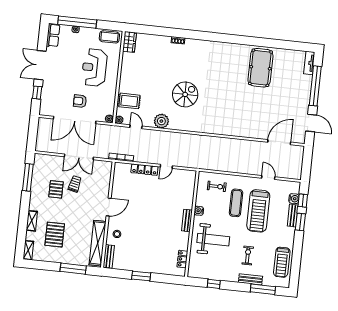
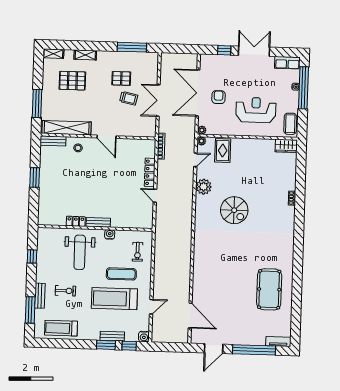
pool table: (260, 68) -> (269, 289), turned 90
water cooler: (294, 199) -> (144, 337), moved
locker: (182, 259) -> (76, 221), moved

